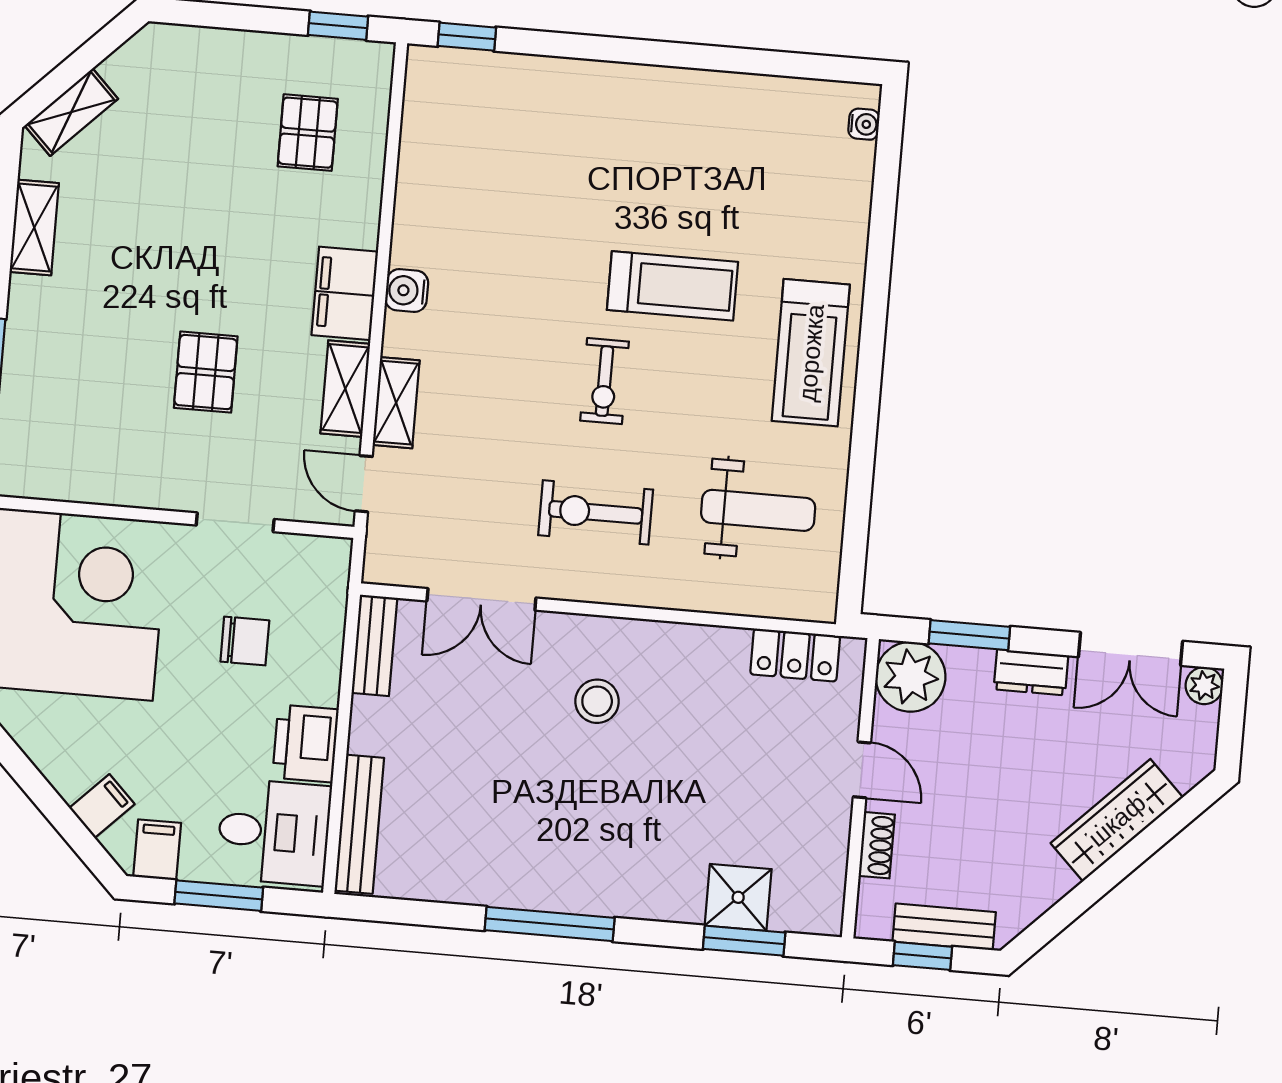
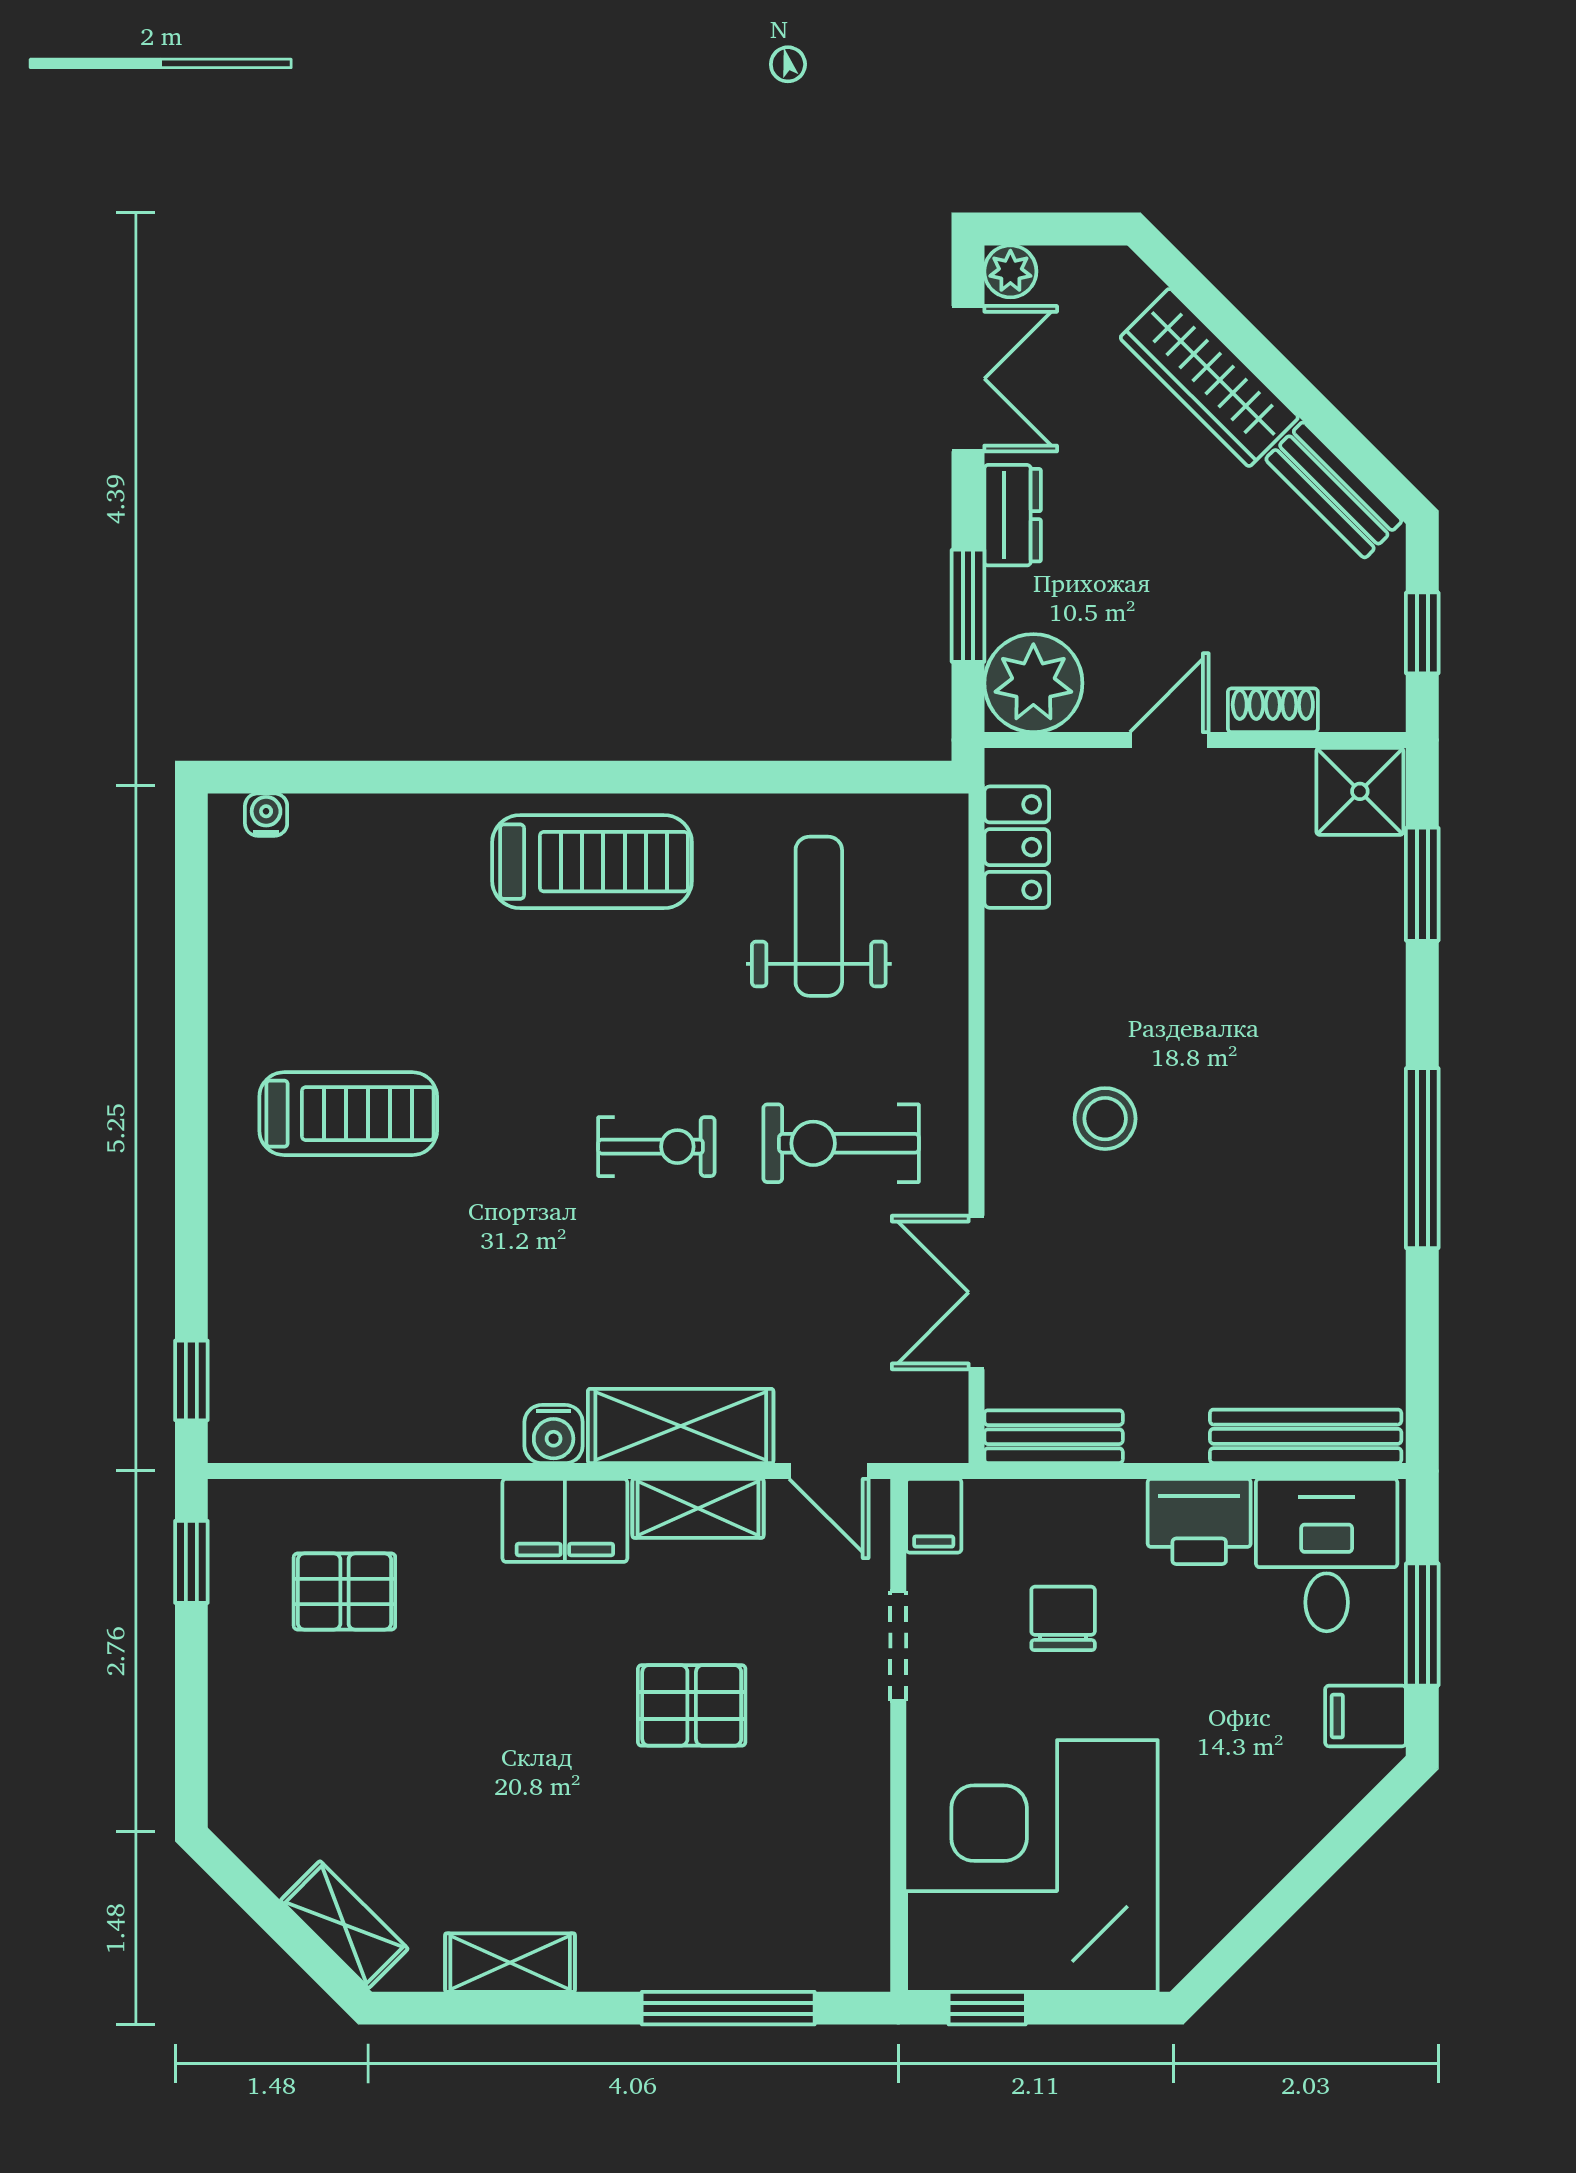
treadmill: (672, 286) -> (348, 1114), moved, turned 90
shelving: (396, 403) -> (681, 1426), width x1.50, depth x1.33
door: (364, 484) -> (829, 1471), hinge flipped
exercise bike: (596, 512) -> (841, 1143), turned 90
double door: (481, 599) -> (977, 1292), swing flipped
filing cabinet: (102, 806) -> (934, 1516), moved, turned -135
shower: (738, 897) -> (1360, 791), moved
bench: (944, 927) -> (1334, 490), moved, turned -45

